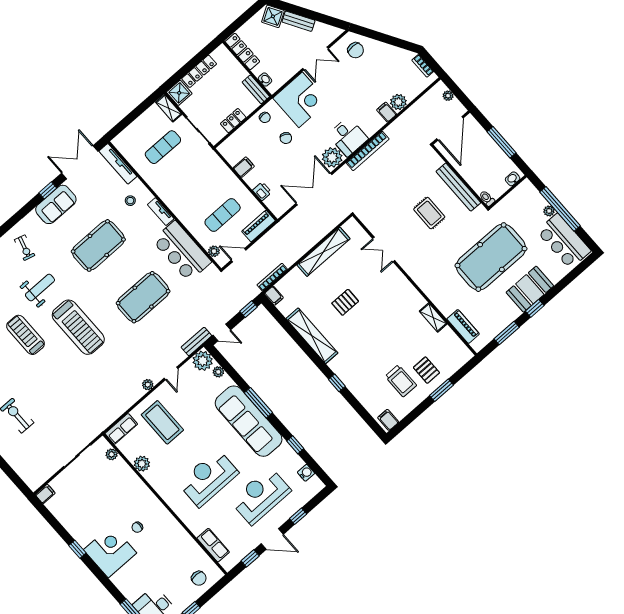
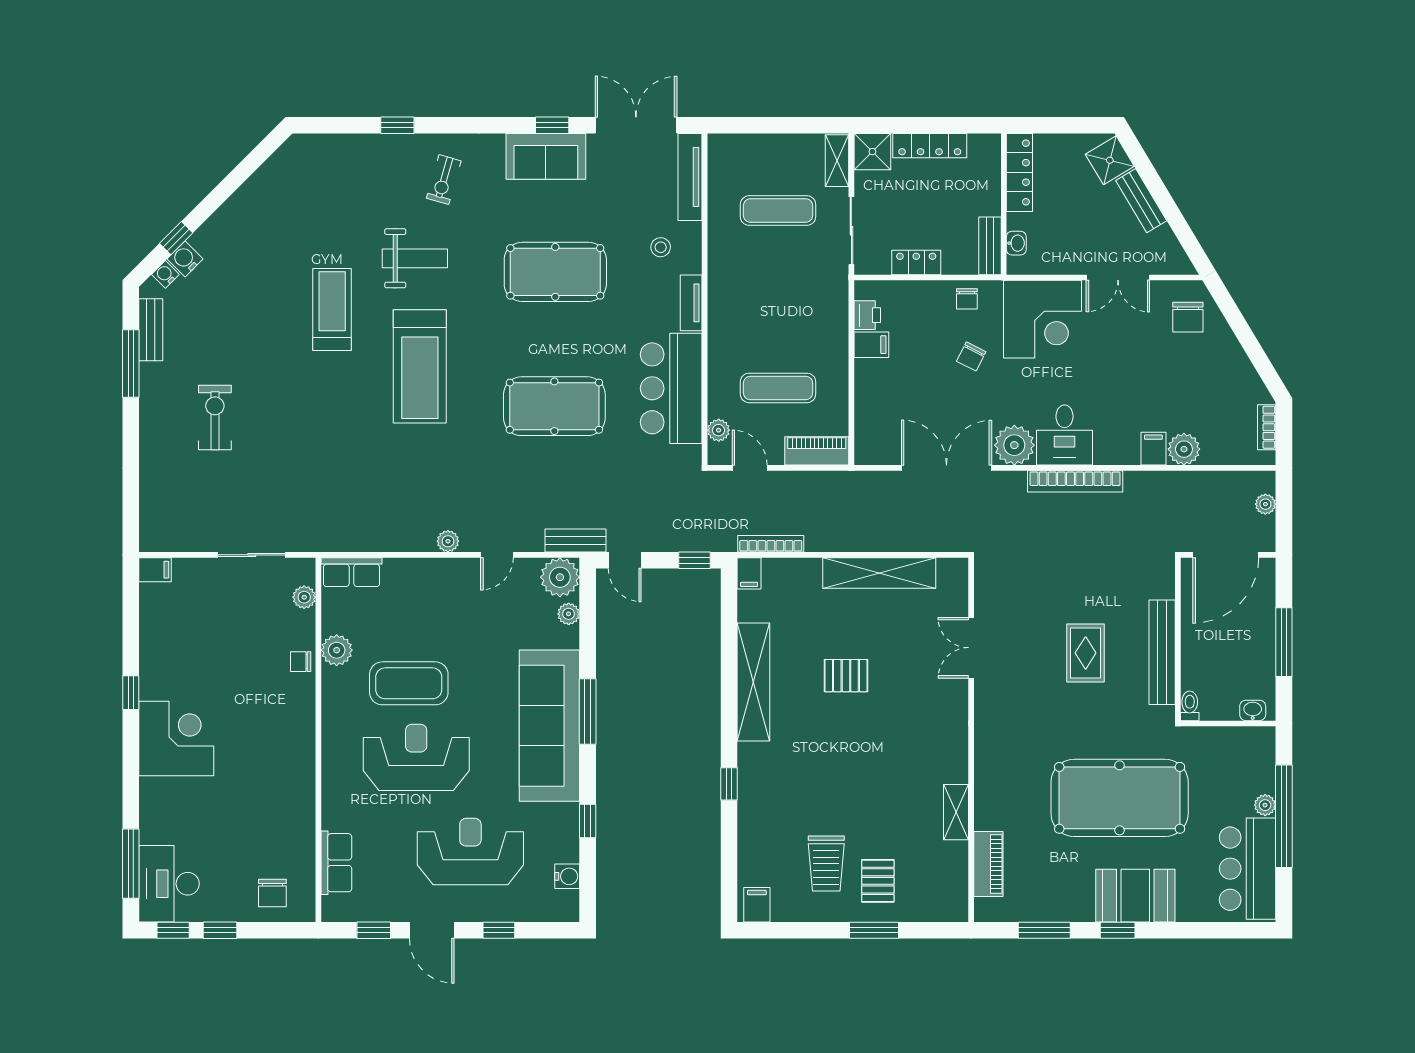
printer: (262, 191) -> (867, 315), moved
coffee table: (162, 422) -> (409, 683), moved, turned 90
chair: (137, 527) -> (301, 662), moved

